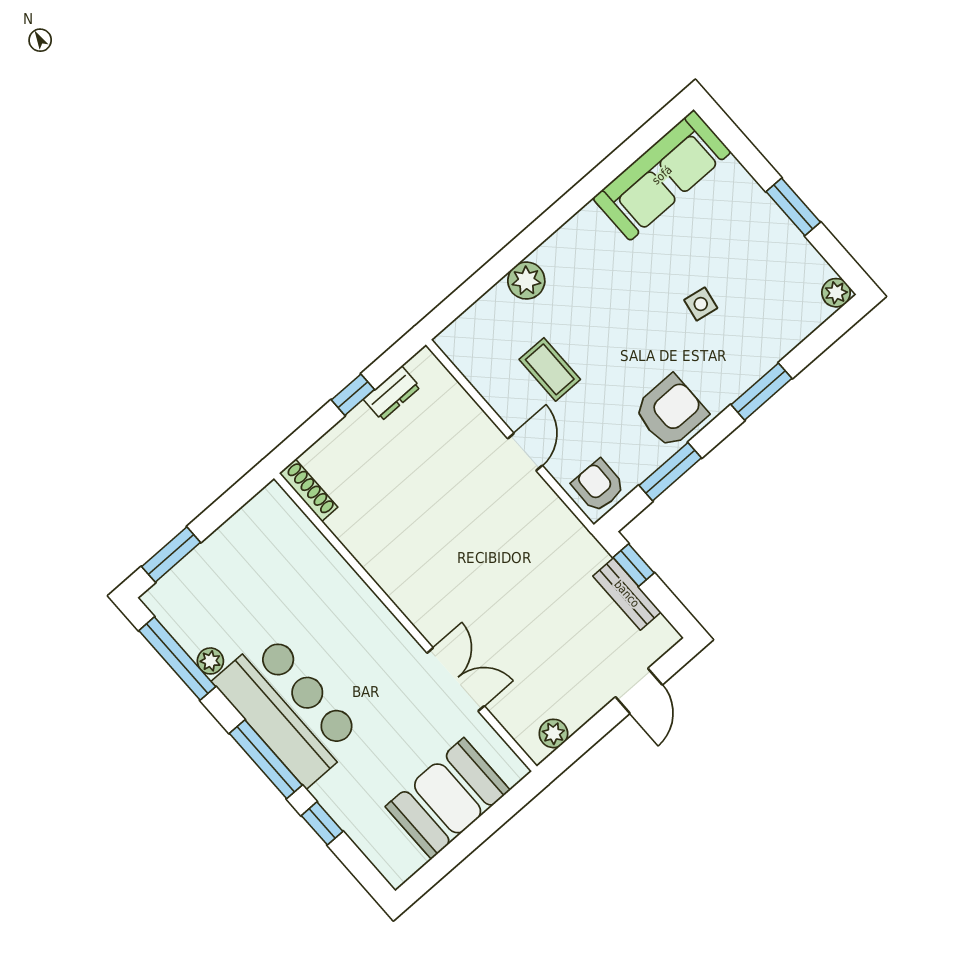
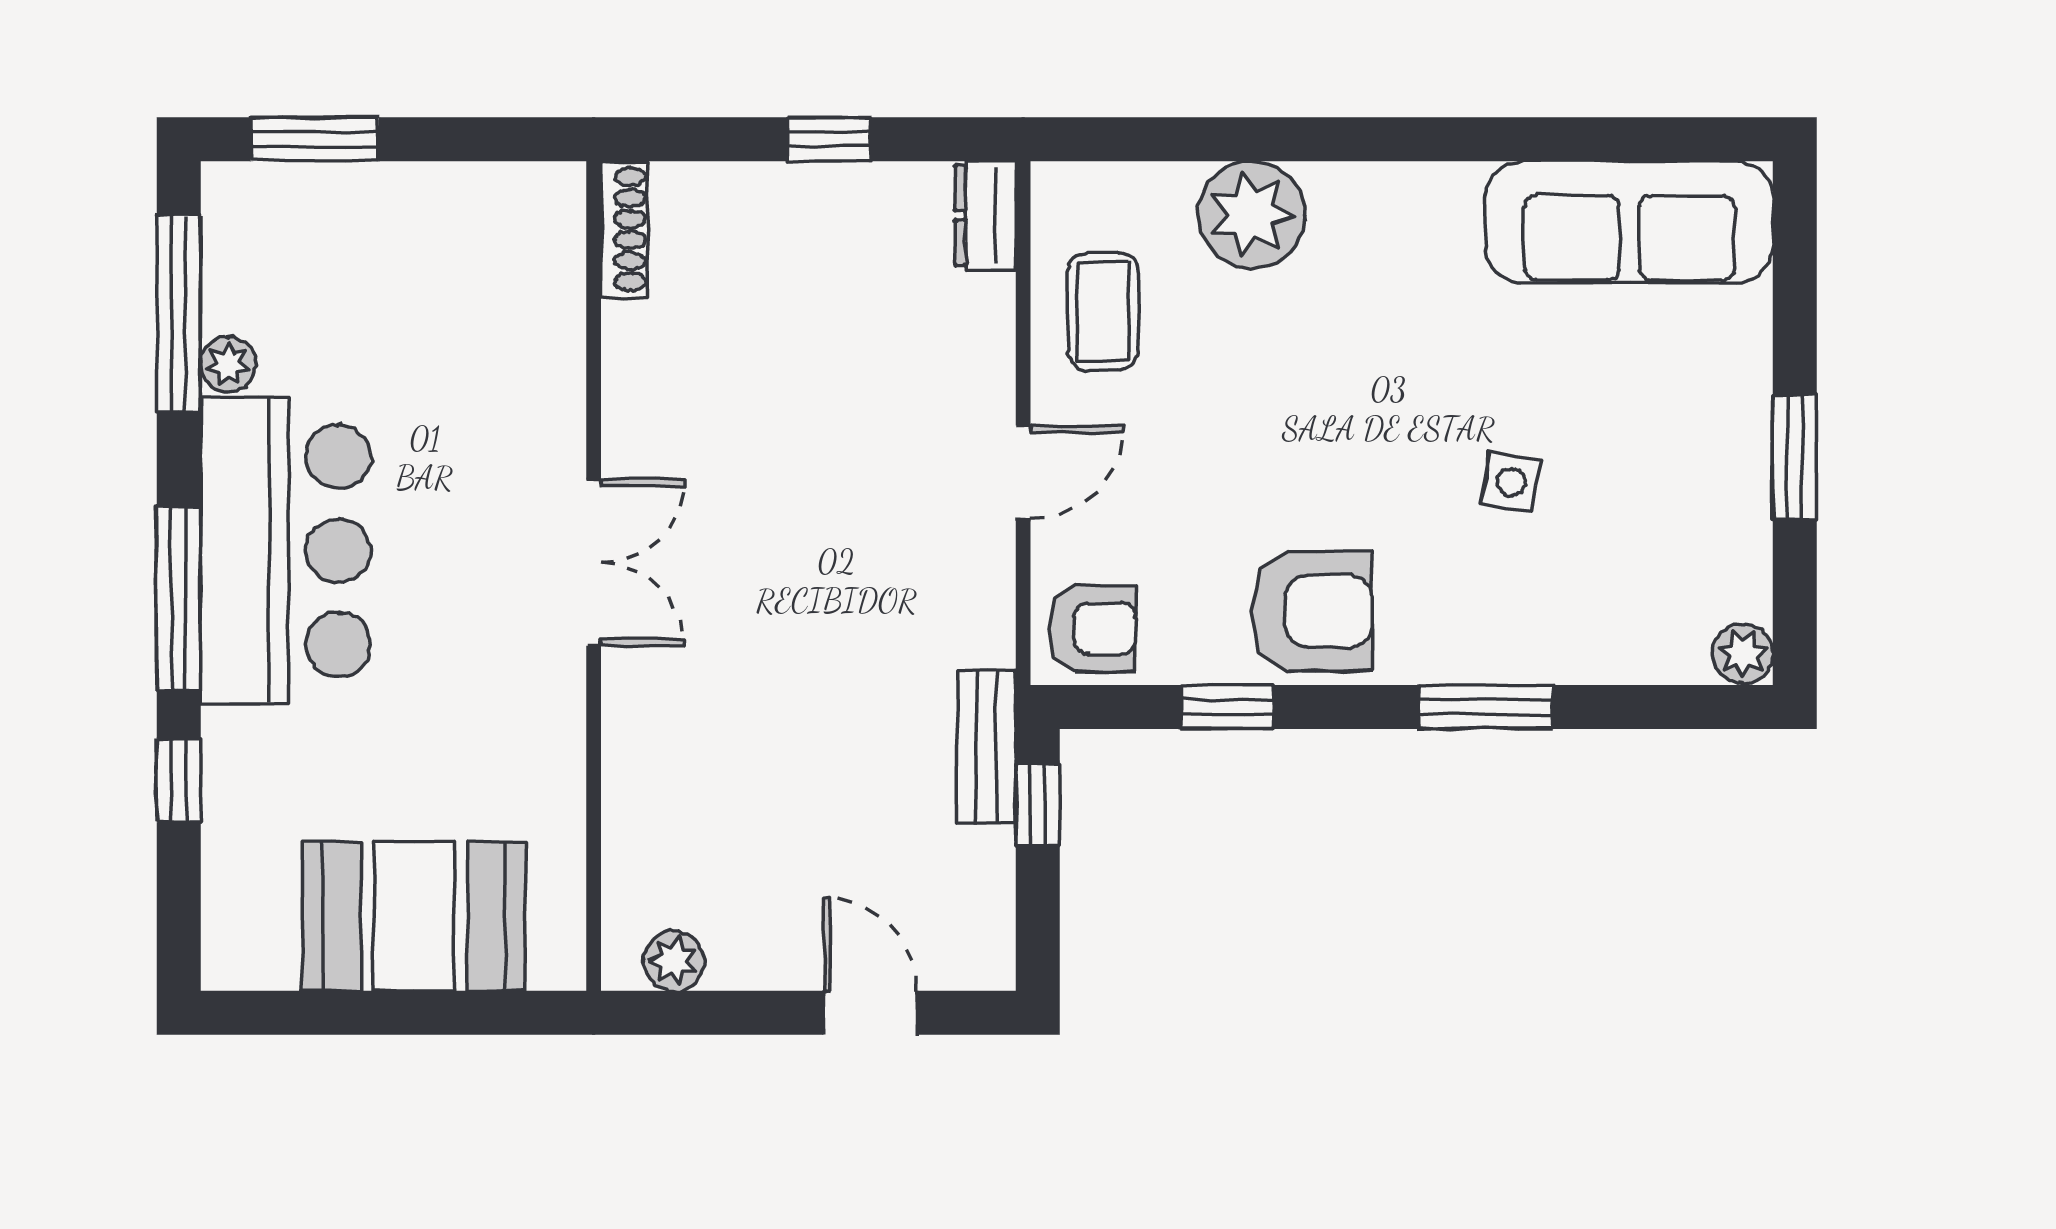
plant: (526, 281) -> (1251, 215), width x1.36, depth x1.36
coffee table: (550, 369) -> (1103, 311), moved
dresser: (392, 393) -> (985, 215), moved, turned 90
window: (670, 472) -> (1227, 707), width x0.67
armchair: (598, 486) -> (1093, 629), turned 89
bench: (627, 594) -> (987, 746), moved
double door: (456, 679) -> (594, 563), moved
door: (639, 691) -> (870, 1013), swing flipped

